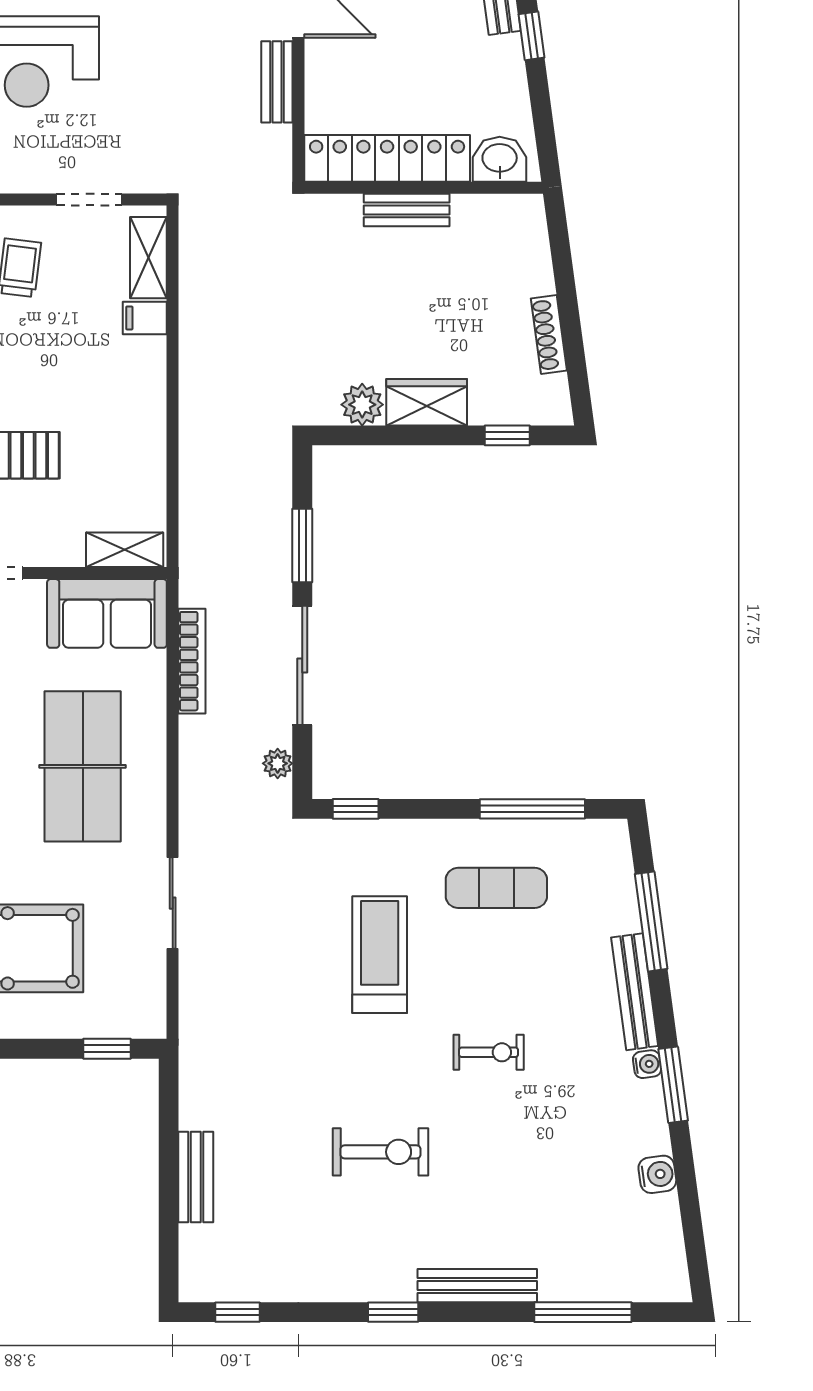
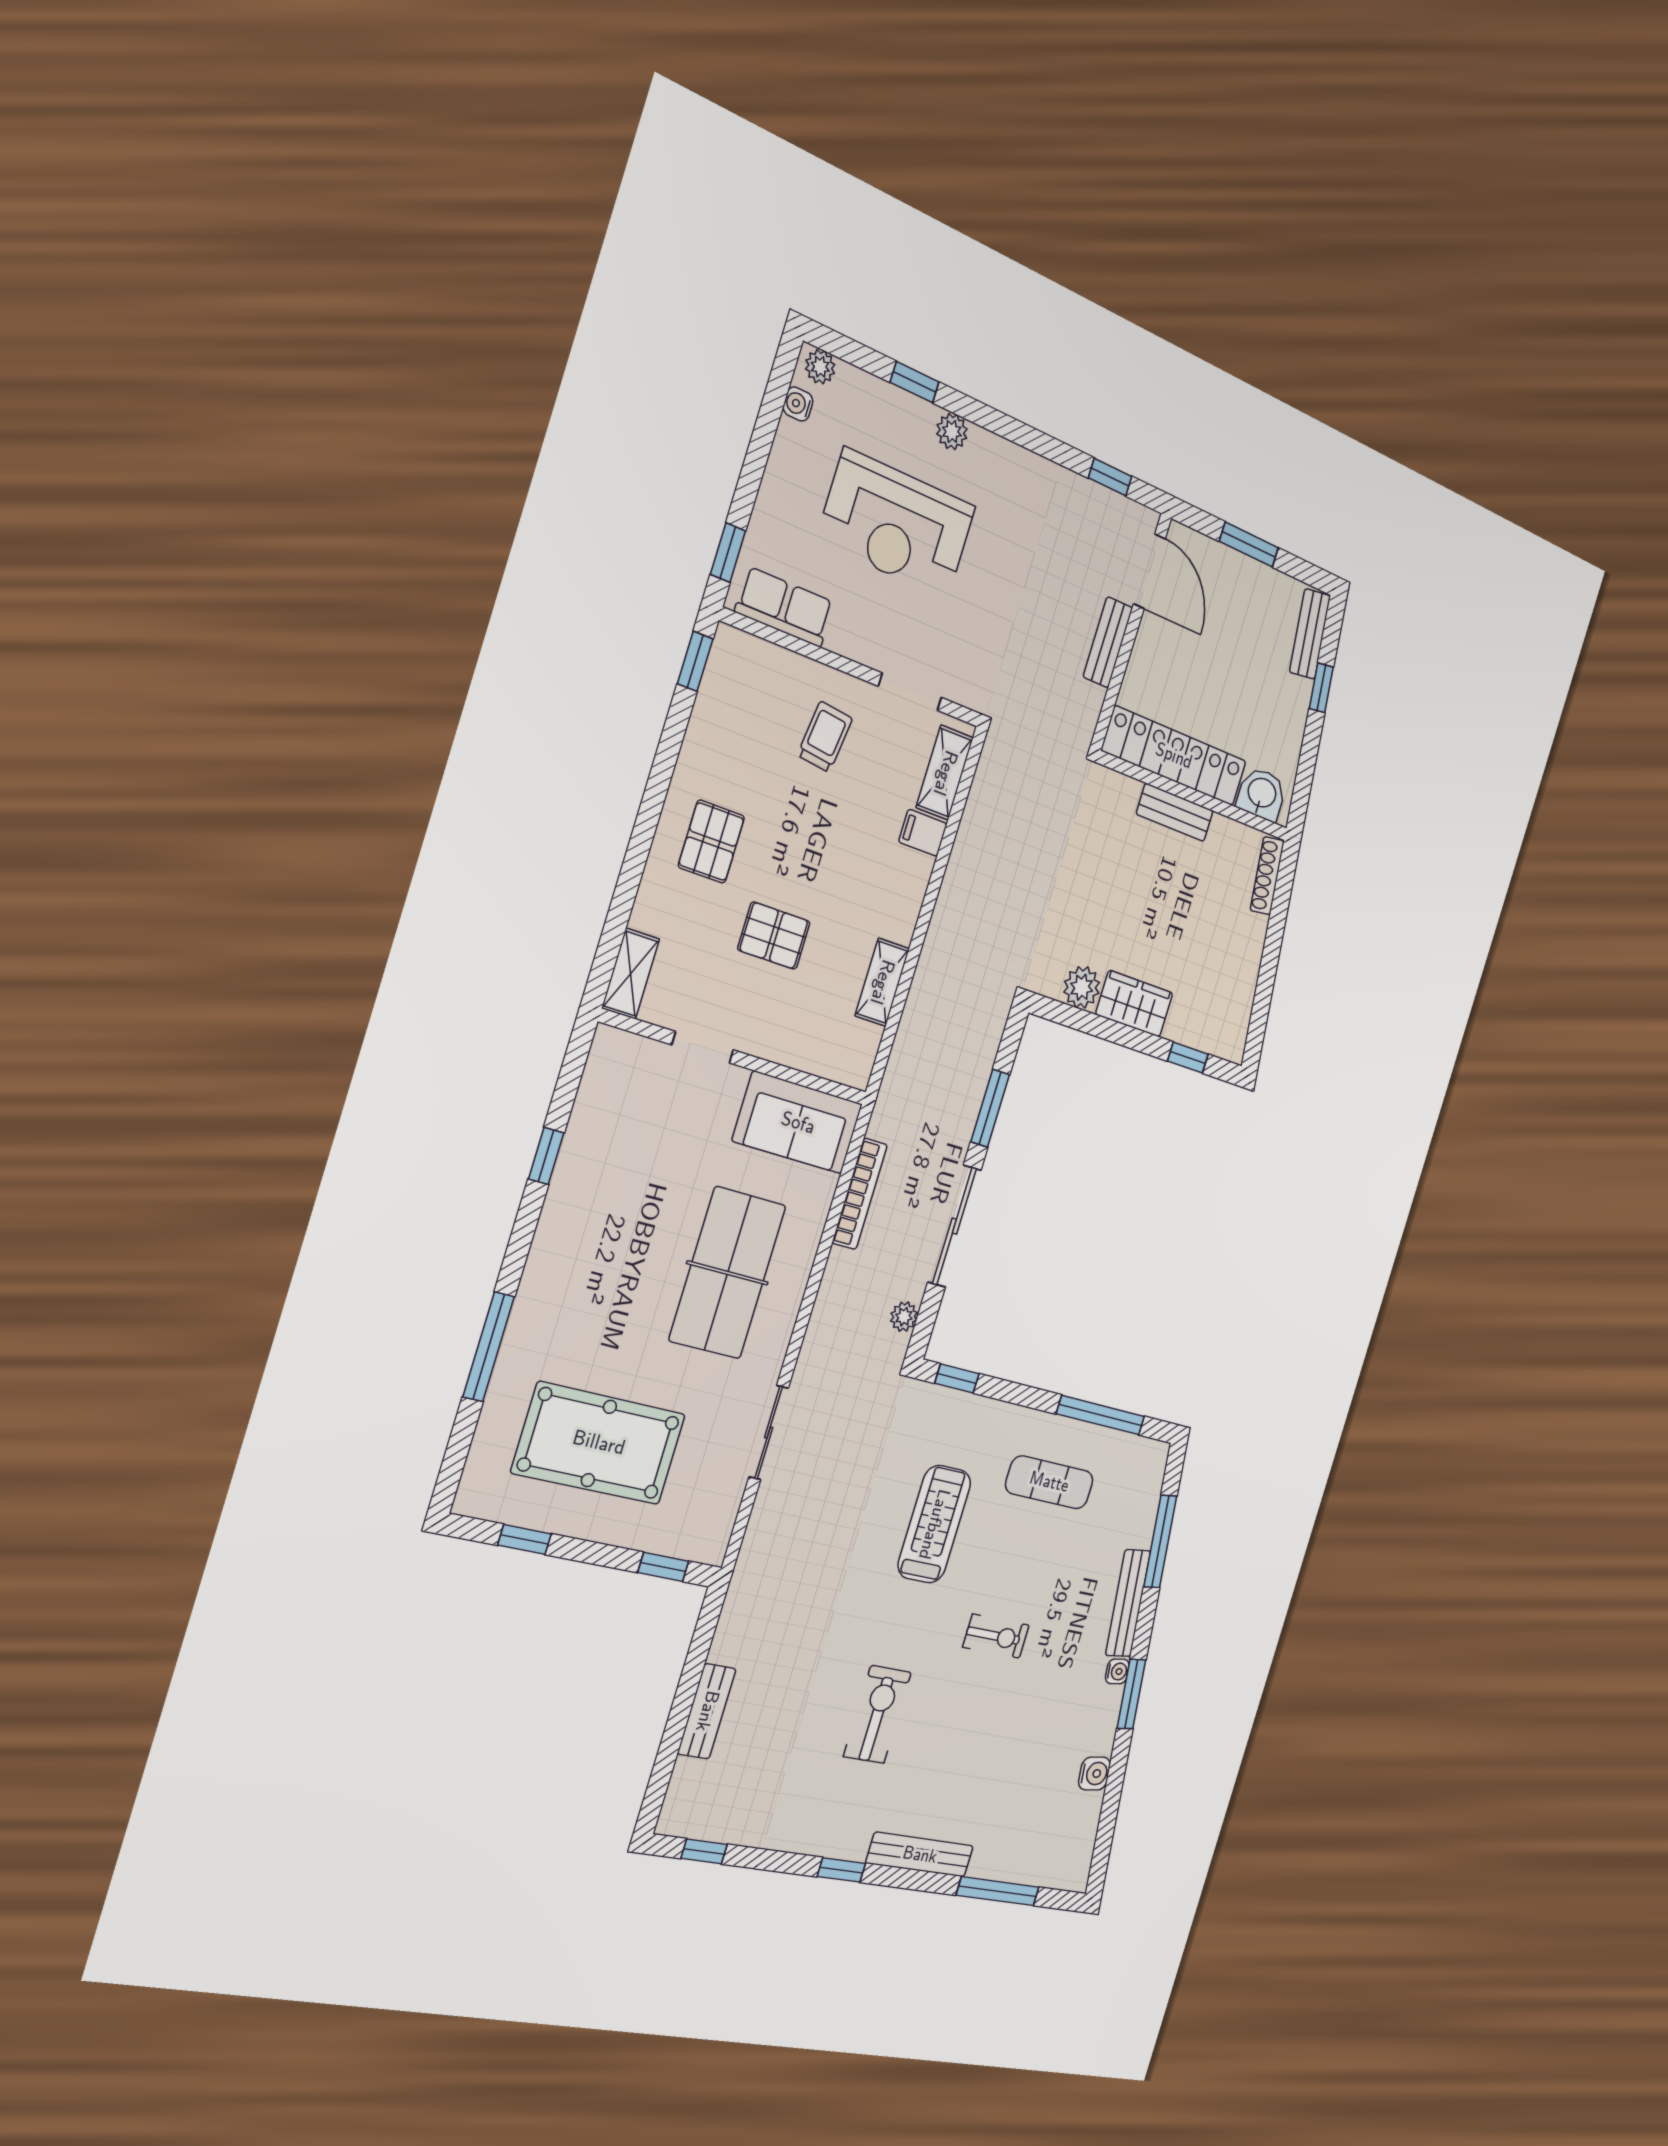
shoe rack: (549, 335) -> (1267, 876), moved
shelving: (125, 550) -> (882, 982), moved, turned 90
exercise bike: (381, 1152) -> (877, 1714), turned -90

